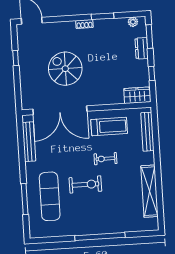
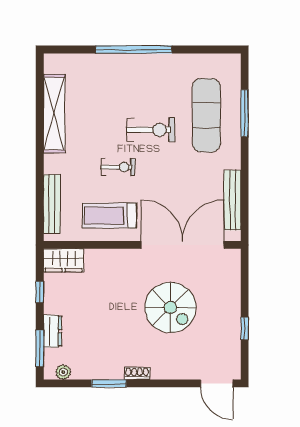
exercise bike: (85, 184) -> (151, 130), turned 180

